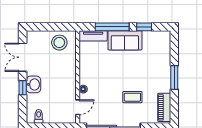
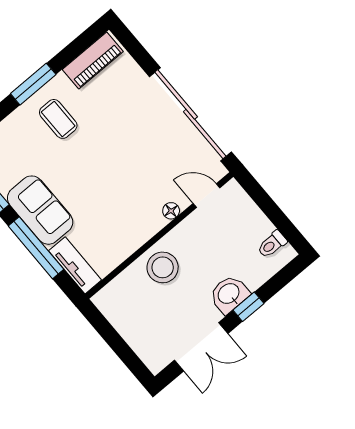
stool: (59, 43) -> (163, 267), moved
coffee table: (132, 97) -> (58, 119), moved

